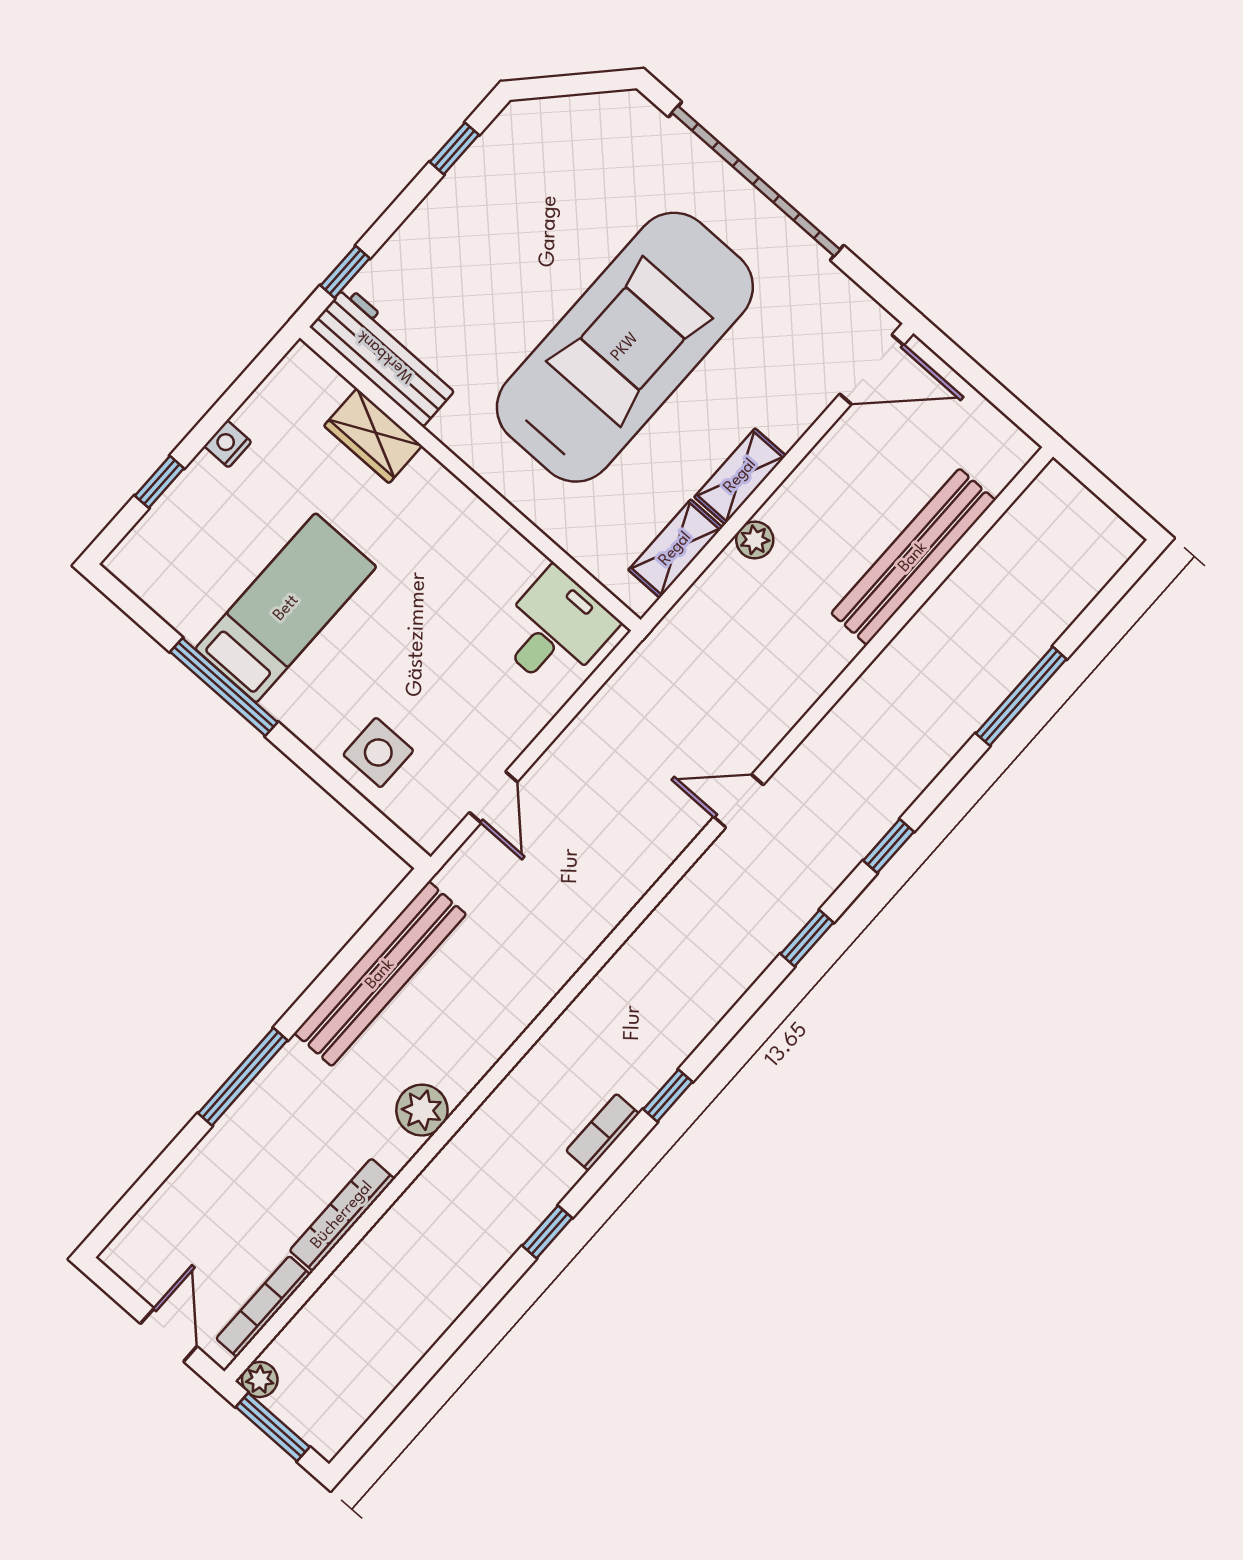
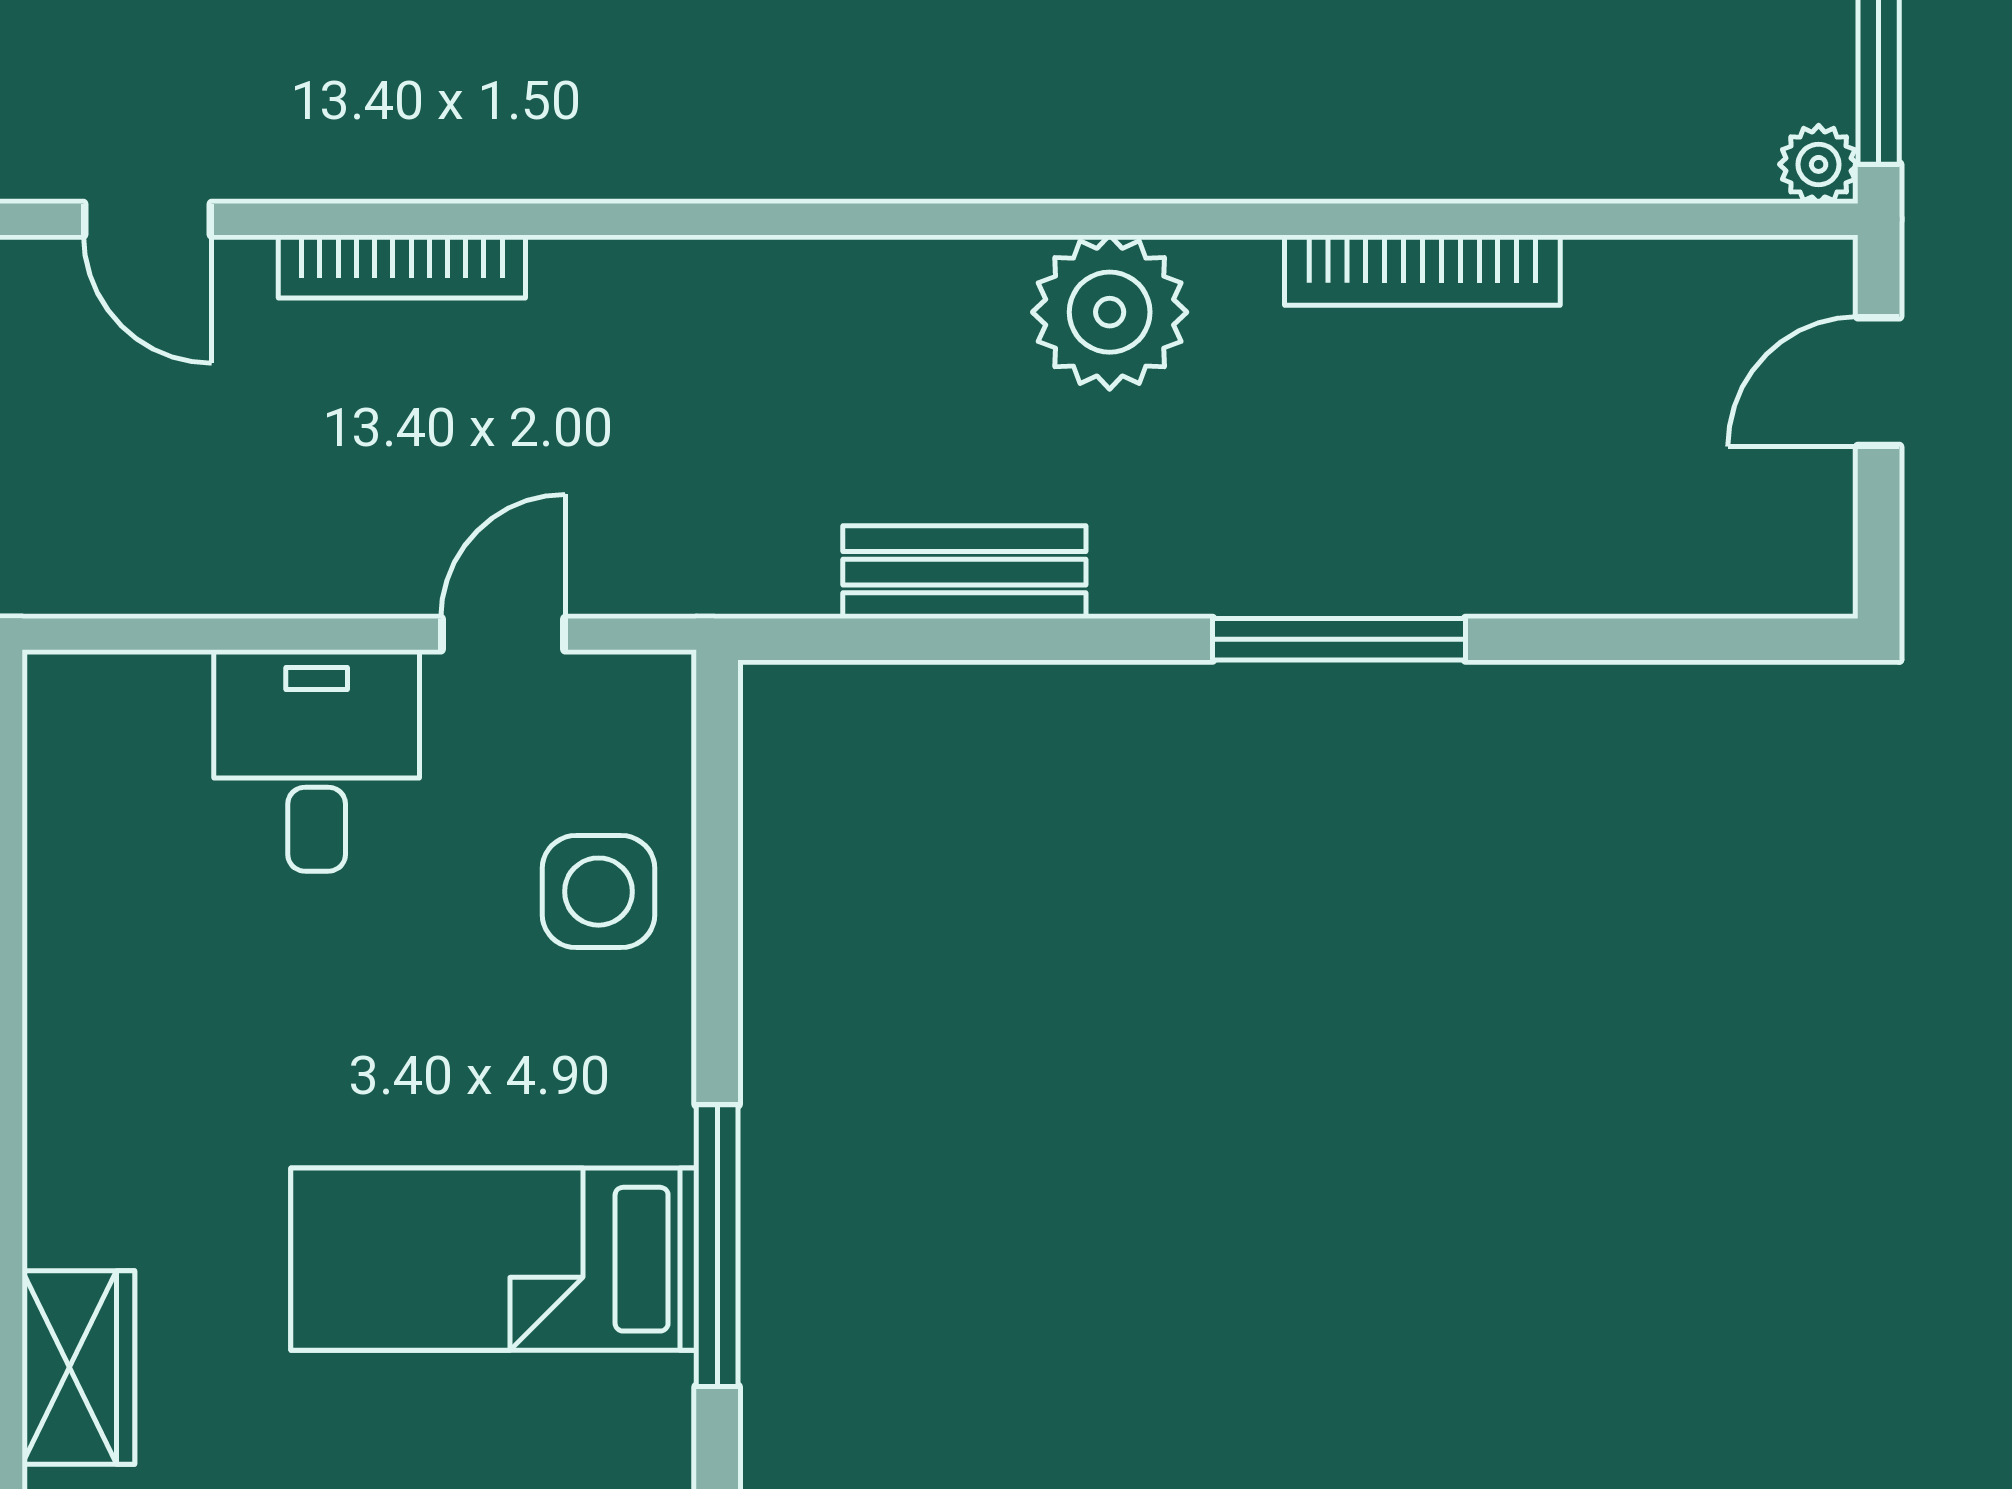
desk: (555, 630) -> (317, 760), moved, turned 90
bench: (380, 974) -> (964, 572), width x0.54, depth x0.82
plant: (422, 1110) -> (1110, 312), width x1.36, depth x1.36
bookcase: (263, 1307) -> (402, 266), moved

